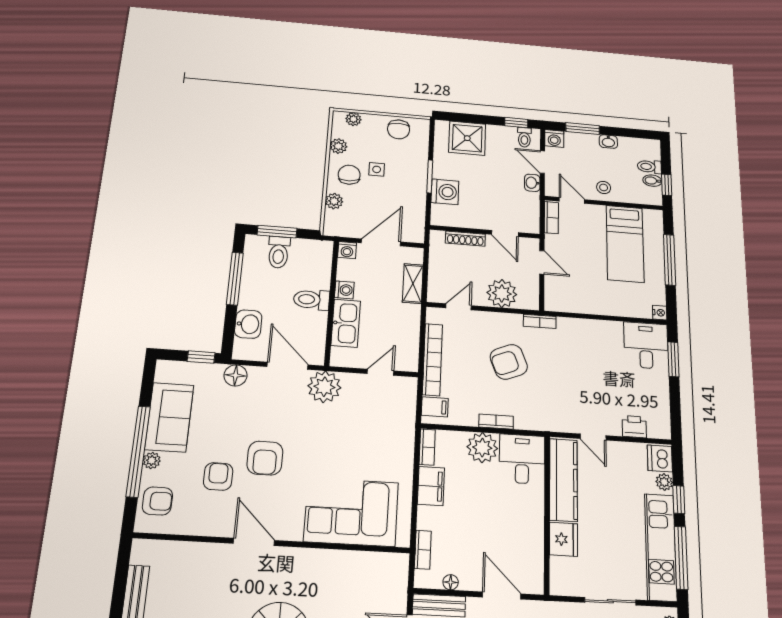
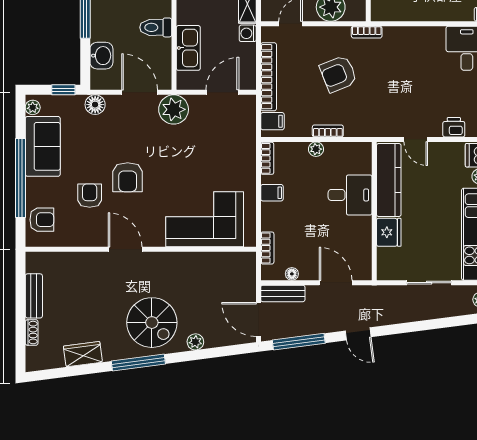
washing machine: (344, 290) -> (248, 33), moved, turned 180
door: (380, 372) -> (222, 92), width x1.38
plant: (482, 448) -> (316, 149), width x0.53, depth x0.53
desk: (522, 459) -> (350, 195), moved, turned 90
plant: (152, 461) -> (33, 107), moved
filing cabinet: (431, 486) -> (272, 193), width x0.50

